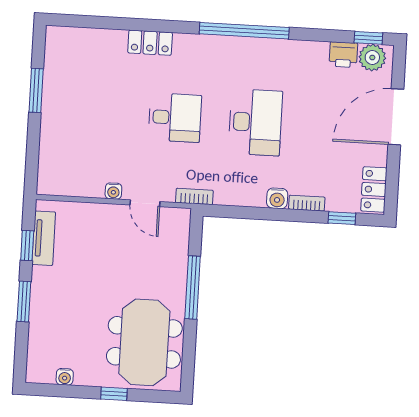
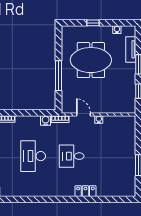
window: (244, 31) -> (41, 199), removed
water cooler: (277, 198) -> (46, 120), moved
tv unit: (44, 238) -> (131, 49), moved
meeting table: (144, 342) -> (91, 60), moved, turned 90

